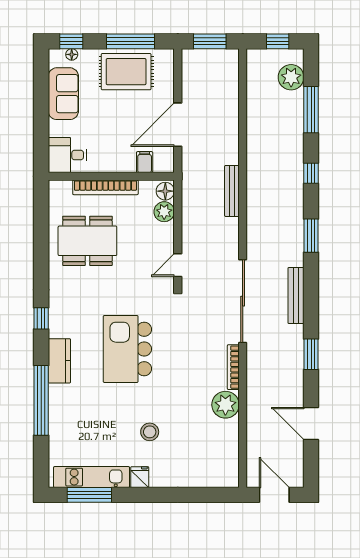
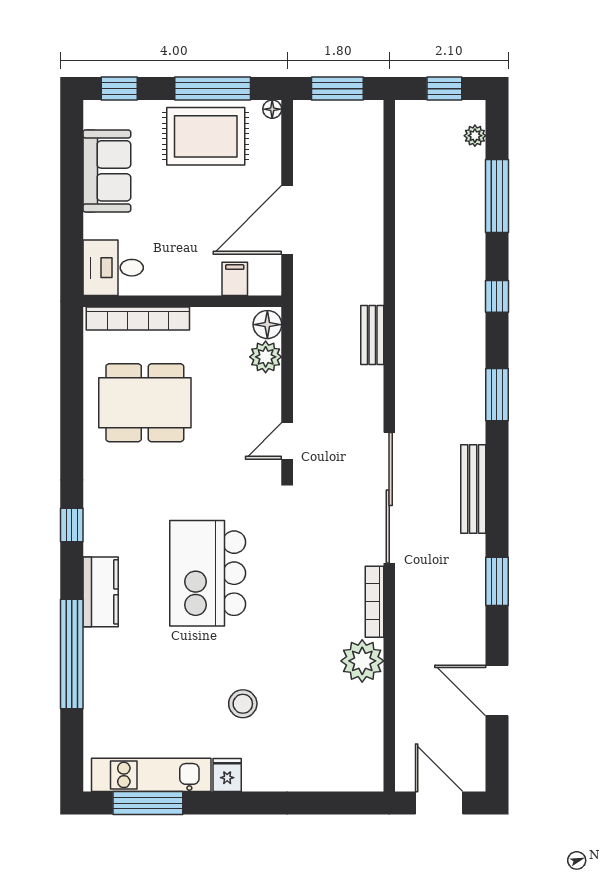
floor lamp: (72, 54) -> (272, 109), moved
plant: (291, 77) -> (475, 136), width x0.53, depth x0.53
bookcase: (105, 187) -> (138, 319), moved
bench: (232, 191) -> (372, 335), width x0.73

